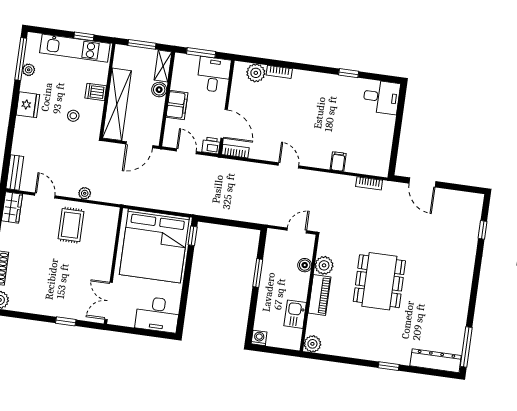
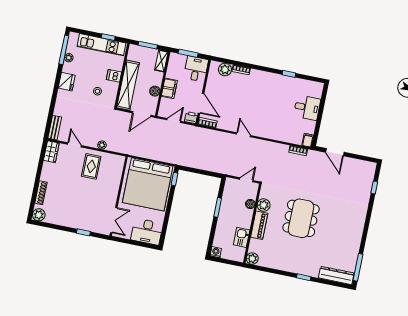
boiler: (159, 90) -> (155, 91), moved
desk: (381, 97) -> (307, 108), moved
door: (186, 151) -> (174, 121), hinge flipped
filing cabinet: (338, 162) -> (308, 140), moved
double door: (109, 301) -> (114, 220), swing flipped

